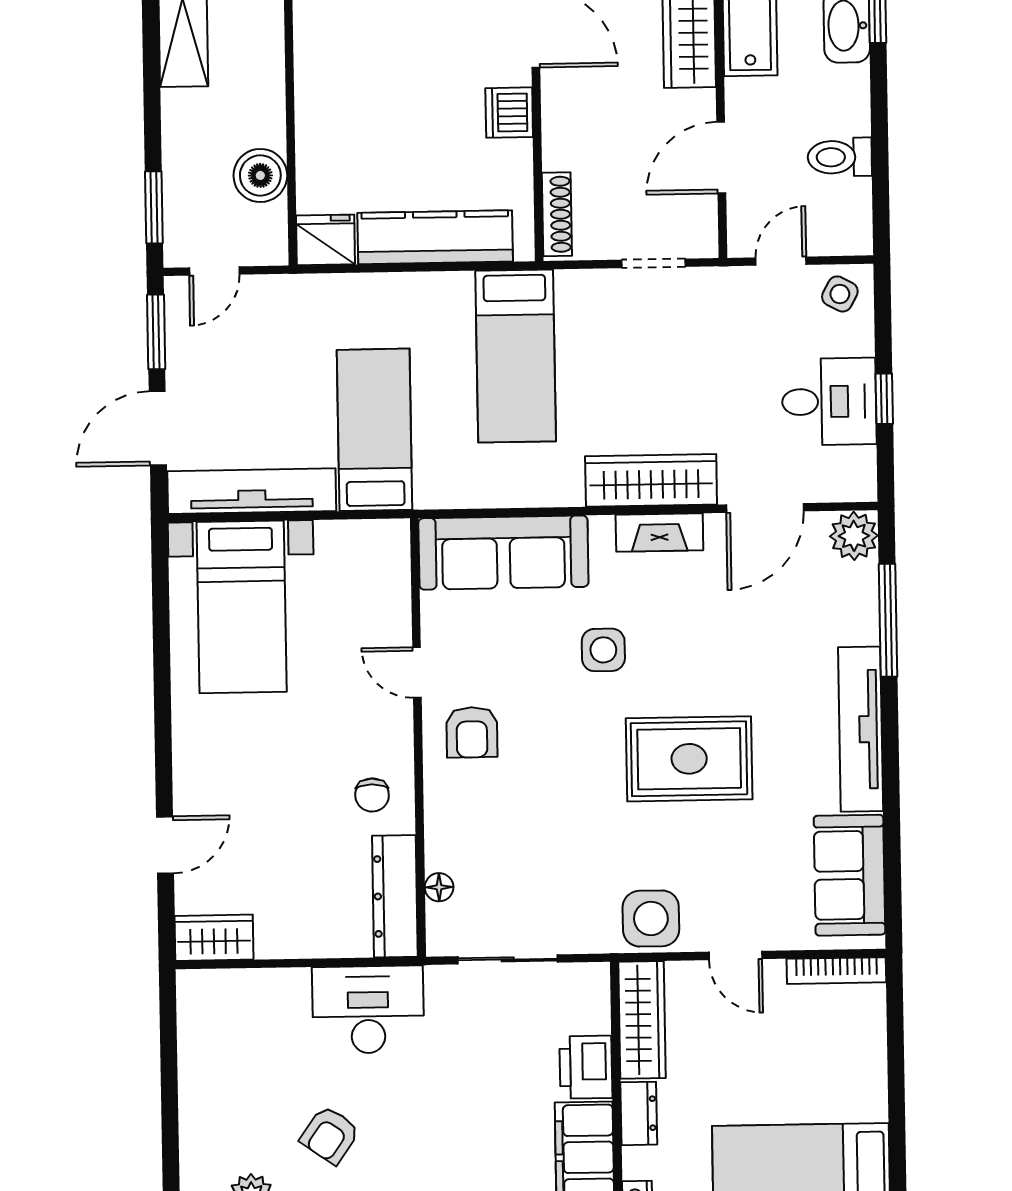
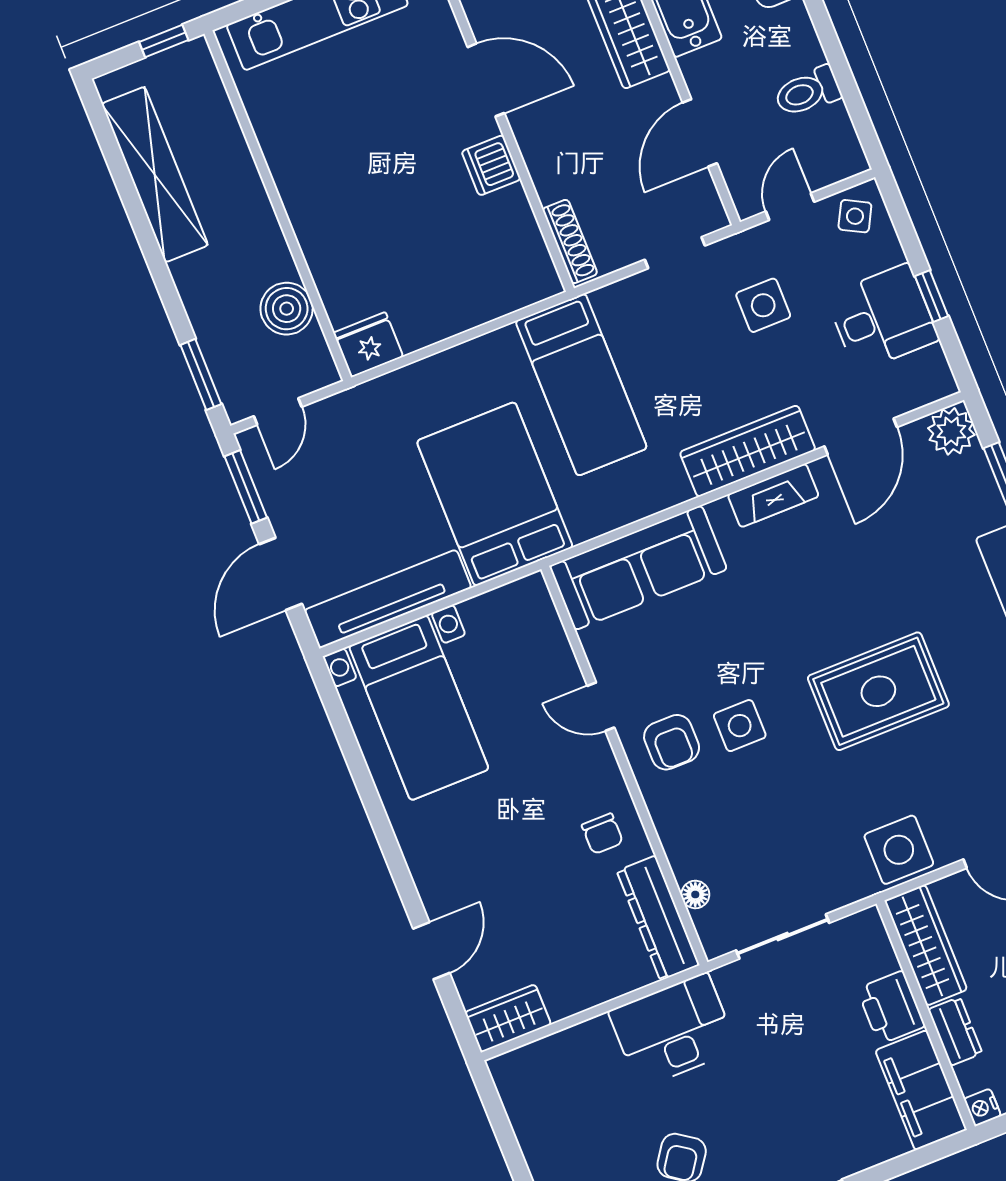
kitchen counter: (435, 237) -> (467, 304), removed
side table: (719, 346) -> (763, 305), added
bed: (374, 430) -> (495, 494), width x1.50
side table: (603, 650) -> (740, 726), moved

